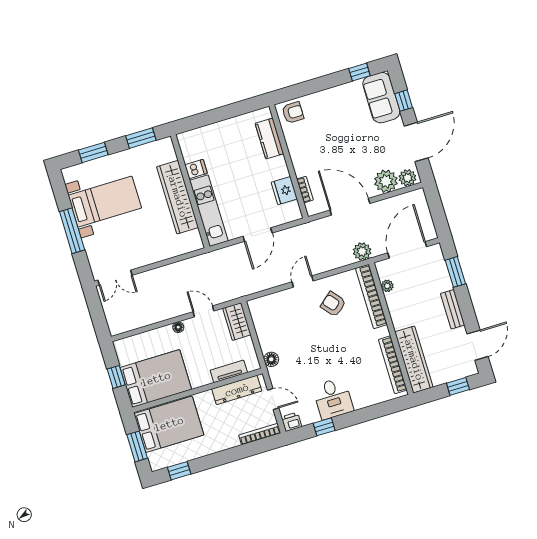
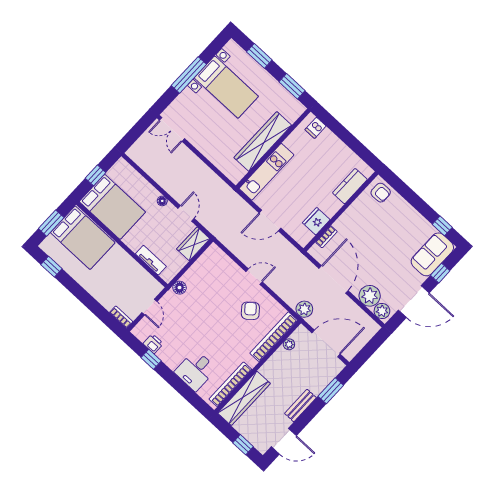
dishwasher: (196, 169) -> (316, 128), moved, turned 90
dresser: (237, 390) -> (140, 275), removed
desk: (333, 398) -> (196, 370), moved
printer: (291, 422) -> (153, 344), moved
bookcase: (260, 434) -> (121, 317), width x0.64

